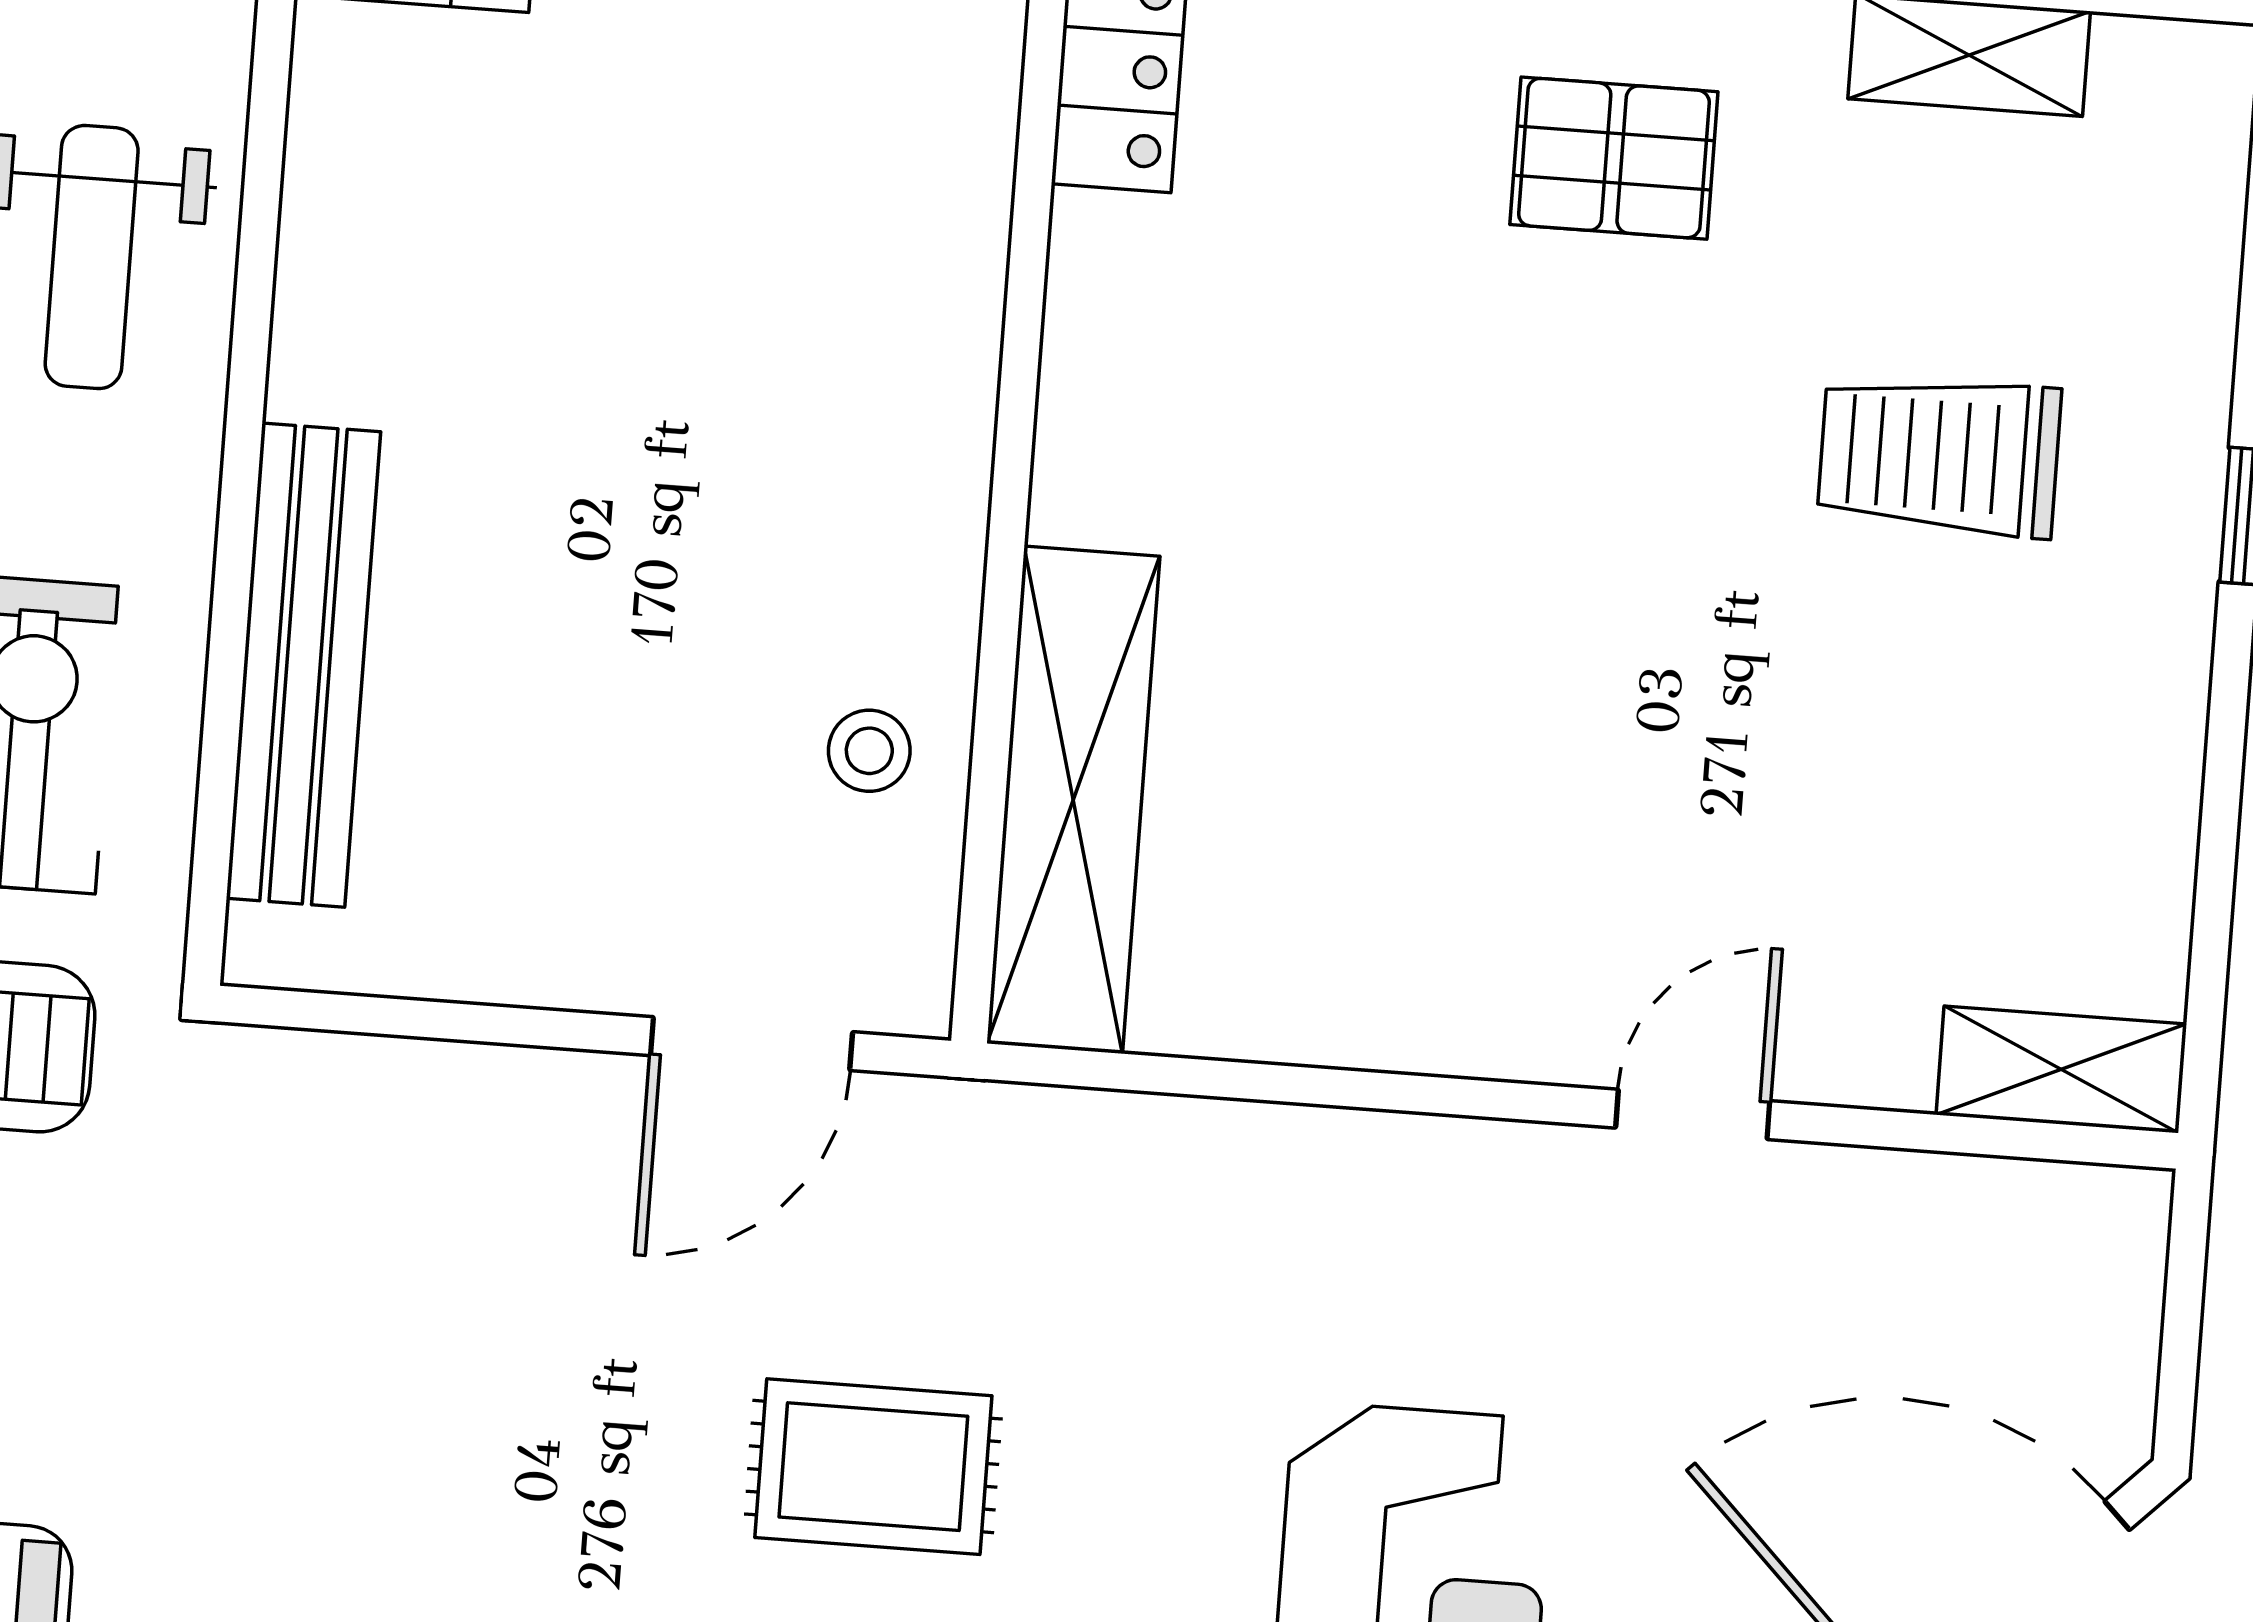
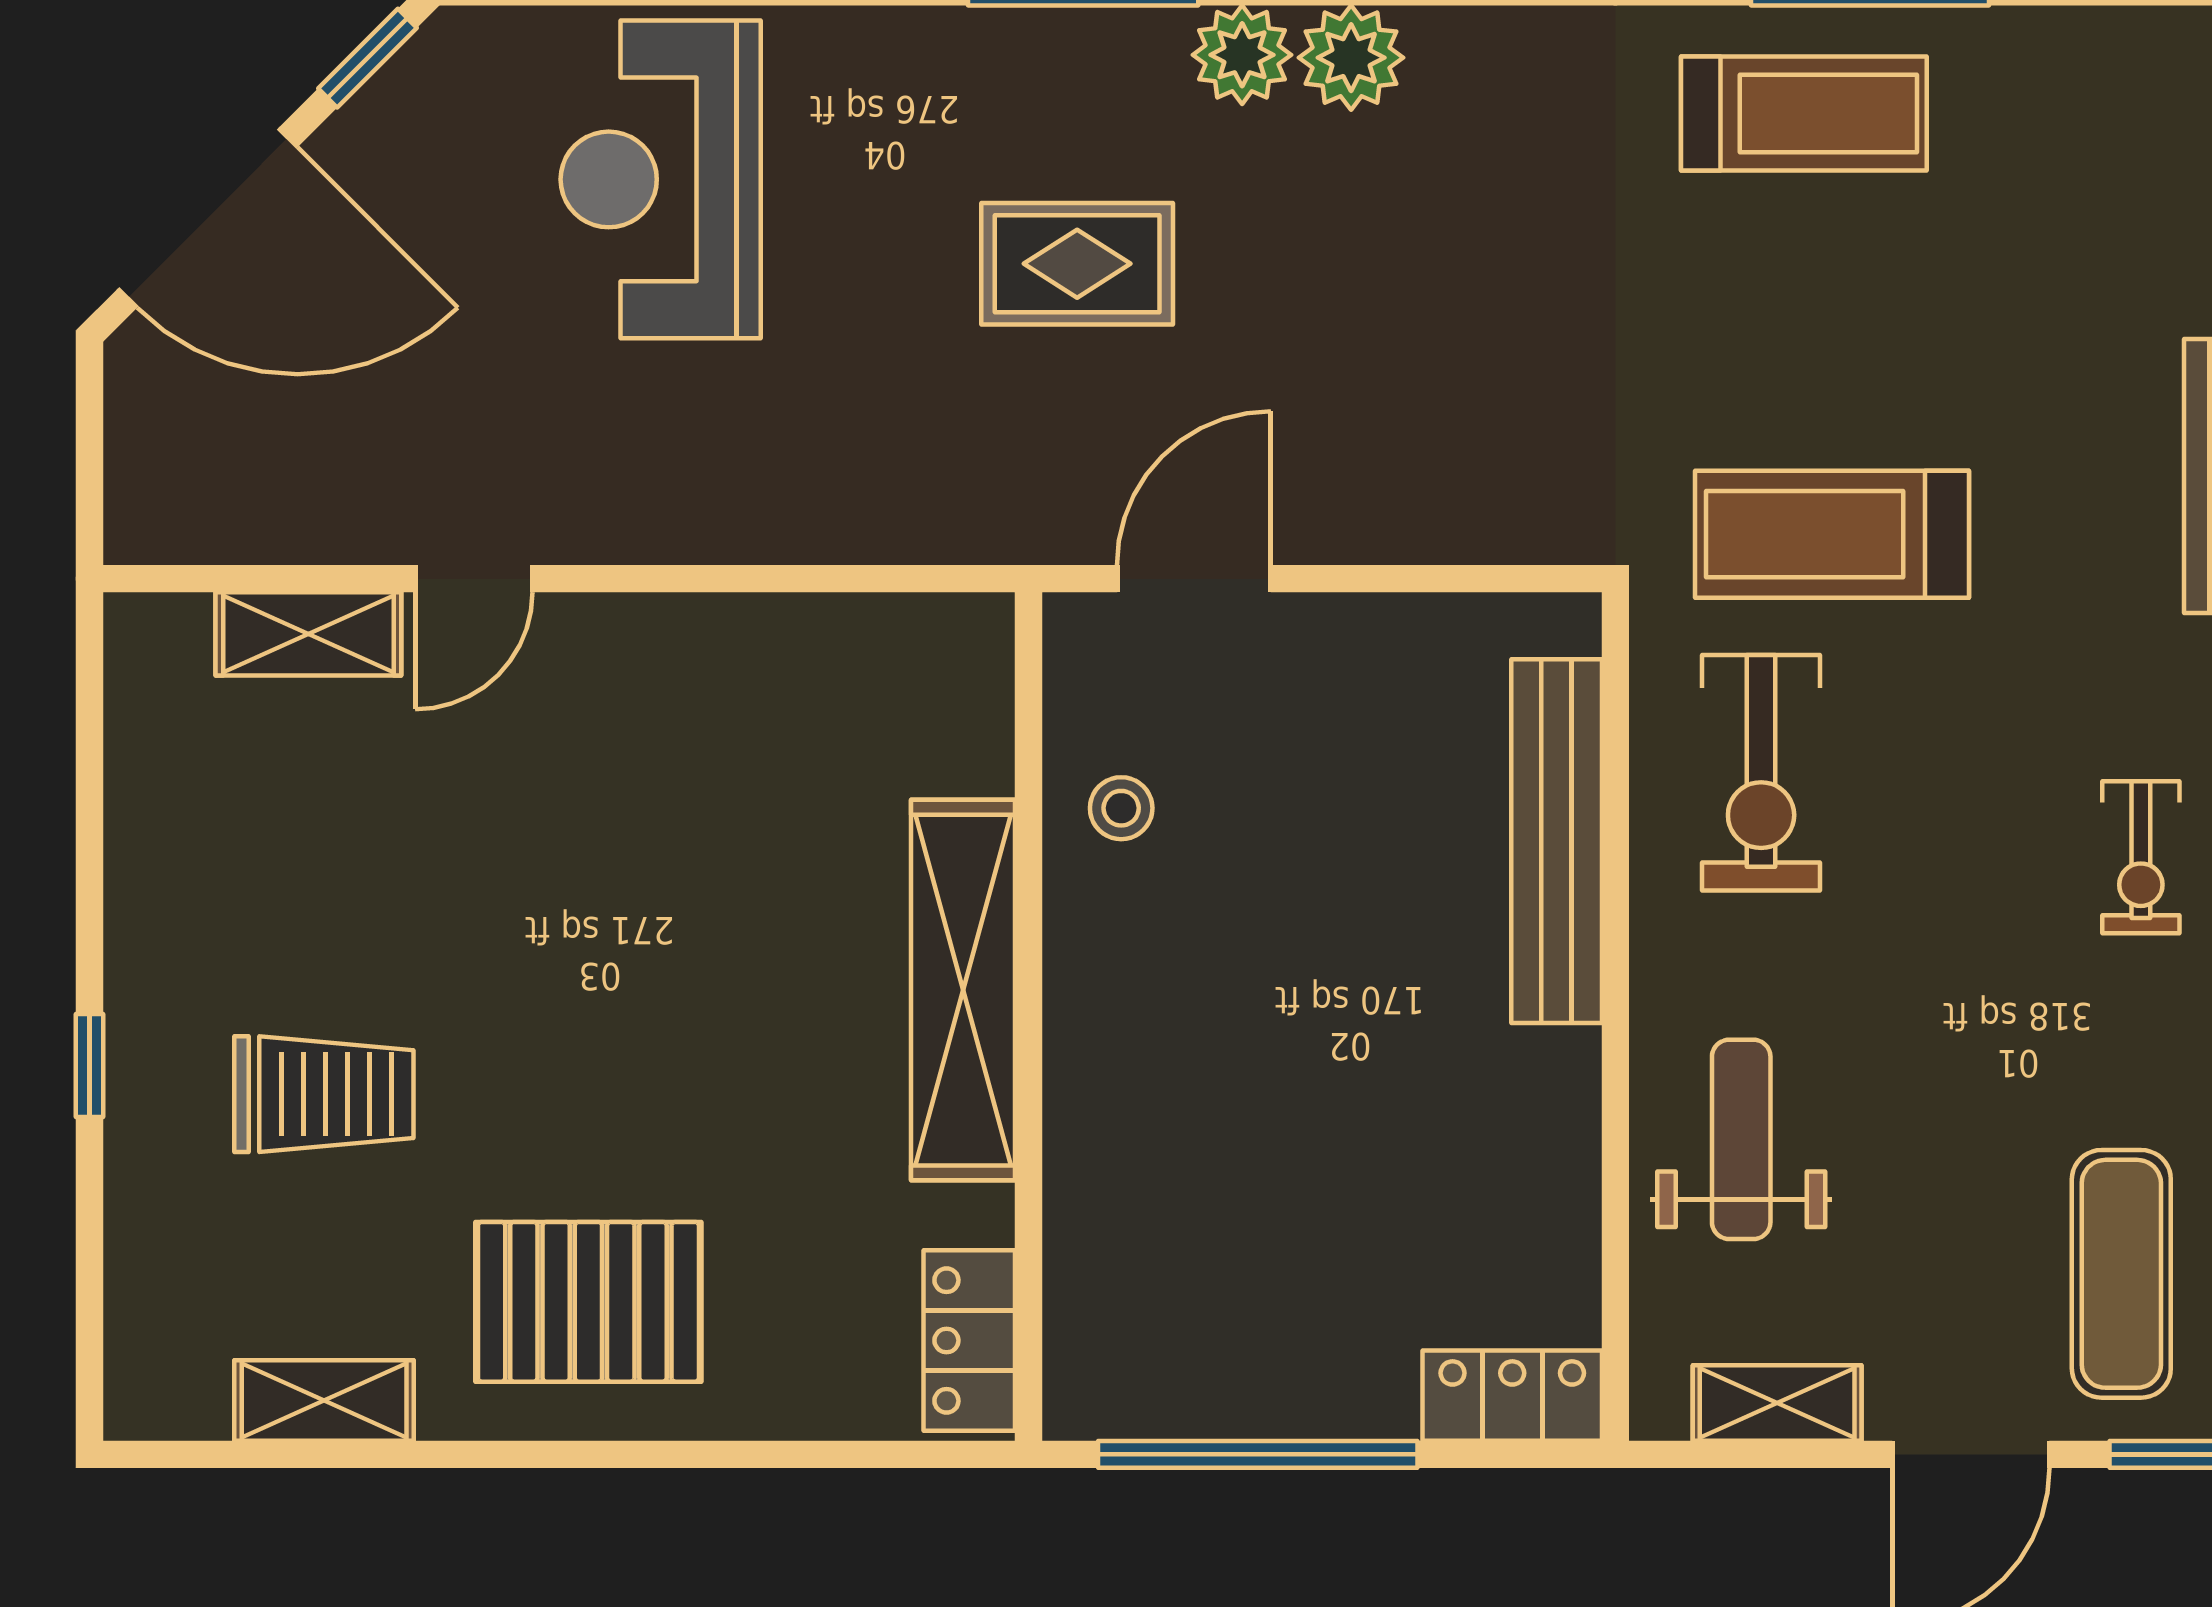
pallet: (1614, 158) -> (588, 1302), width x1.50, depth x1.42
shelving: (1073, 800) -> (963, 990), moved
shelving: (2061, 1069) -> (308, 634), moved

